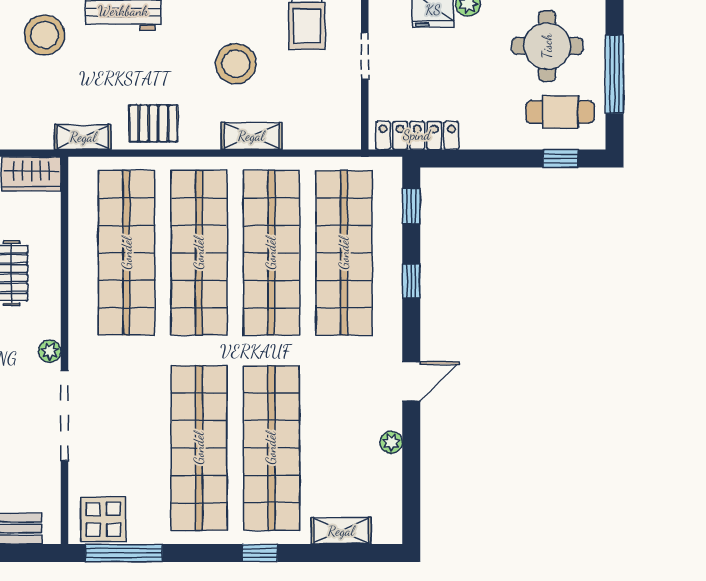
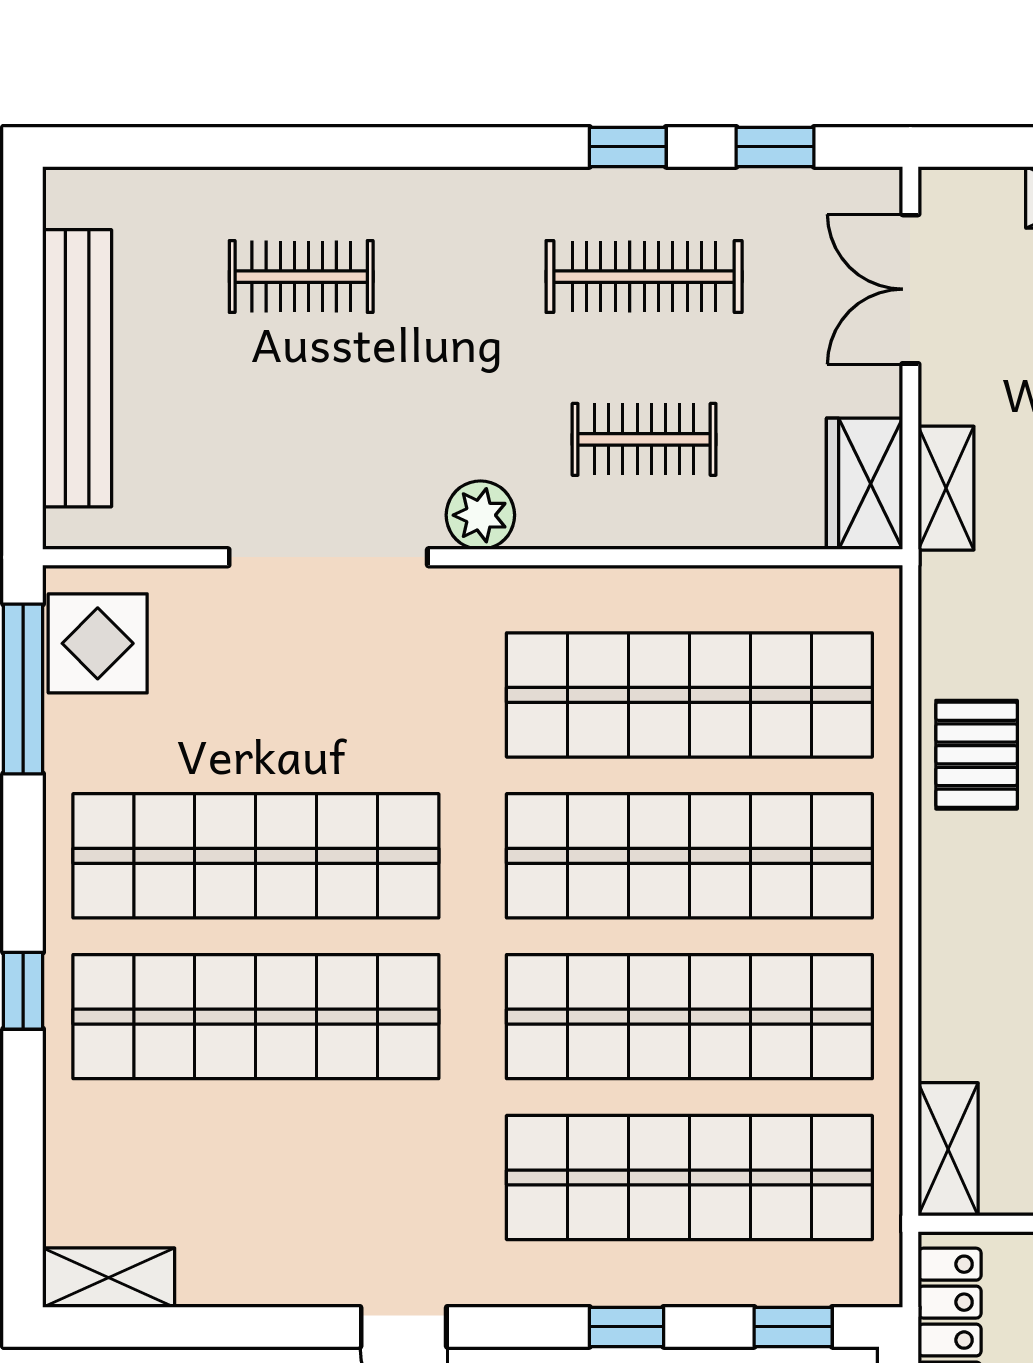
shelving: (251, 136) -> (948, 1149), moved
shelving: (83, 137) -> (946, 488), moved
plant: (50, 351) -> (480, 515), width x1.38, depth x1.38
plant: (391, 442) -> (269, 1282), removed
shelving: (341, 531) -> (109, 1278), moved, turned 90

